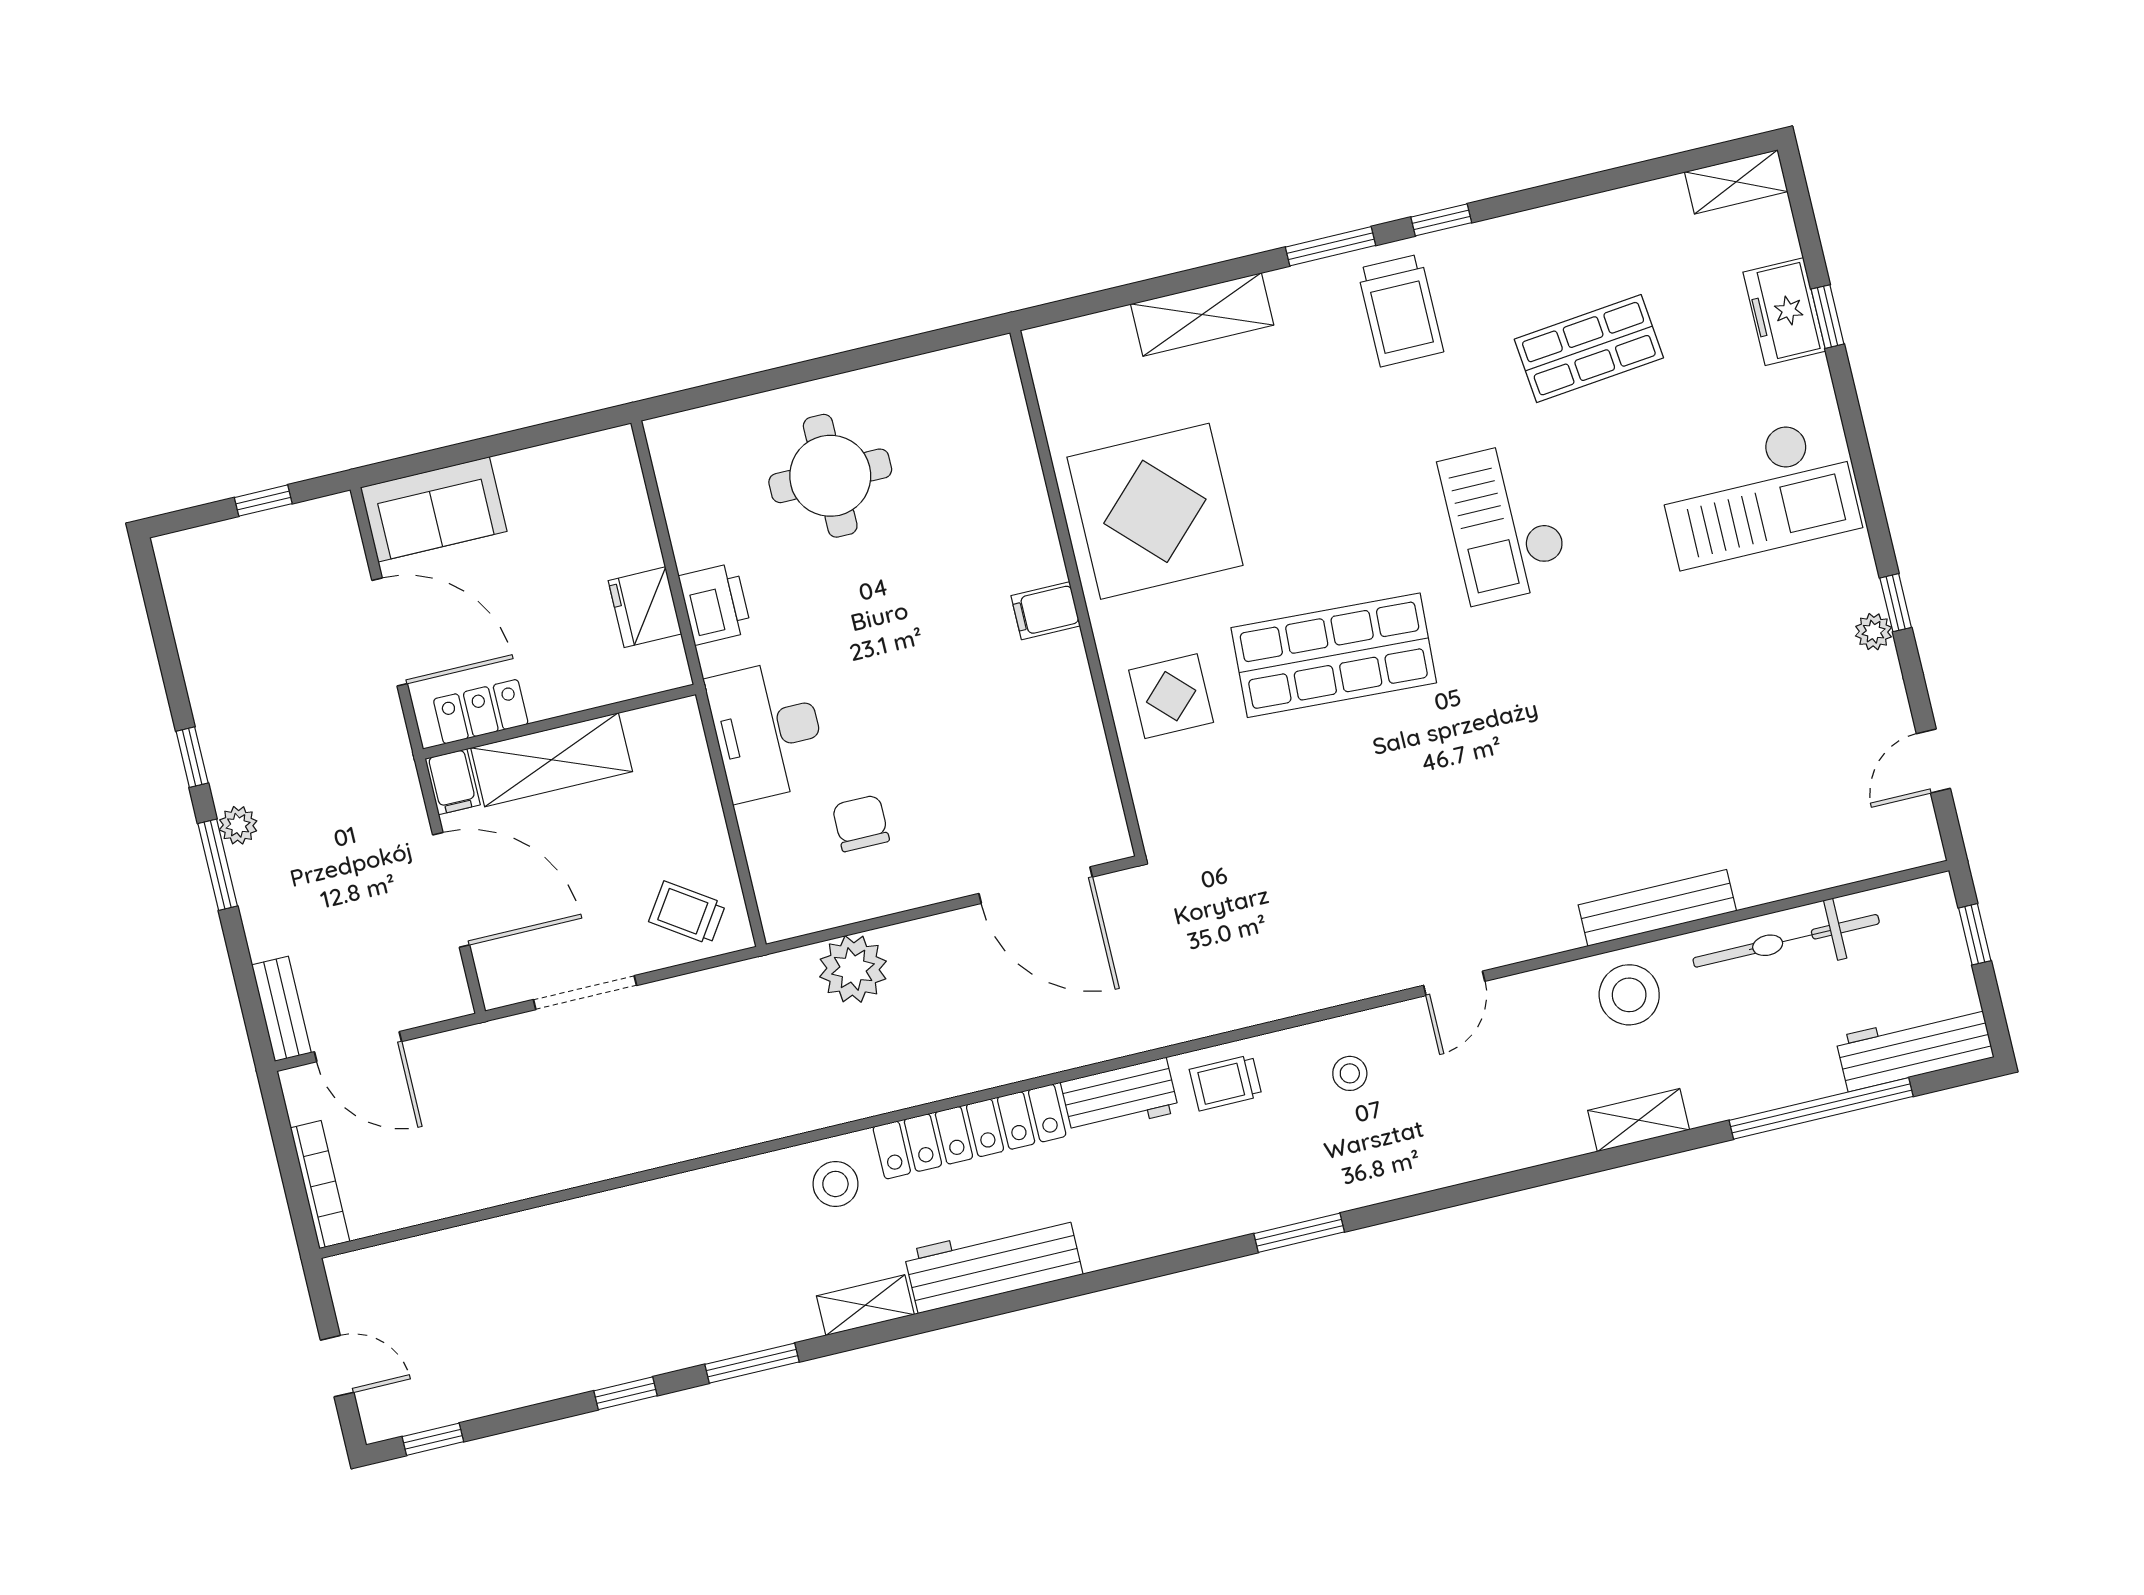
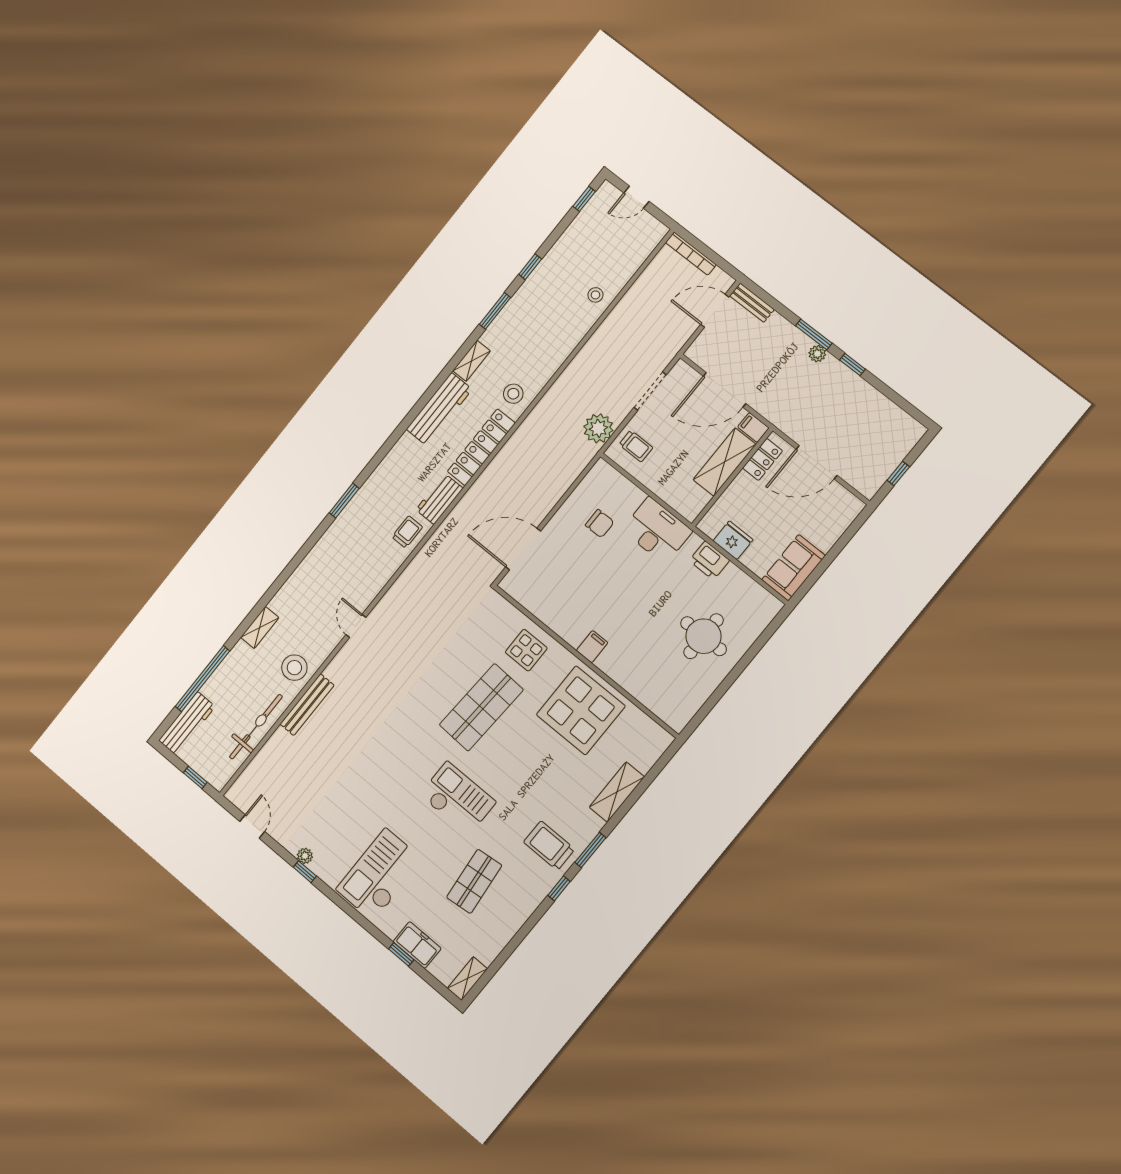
sofa: (434, 509) -> (794, 568), moved
trolley: (687, 913) -> (636, 446), turned 56
plant: (853, 969) -> (598, 428), moved
stool: (1350, 1073) -> (595, 295), moved

